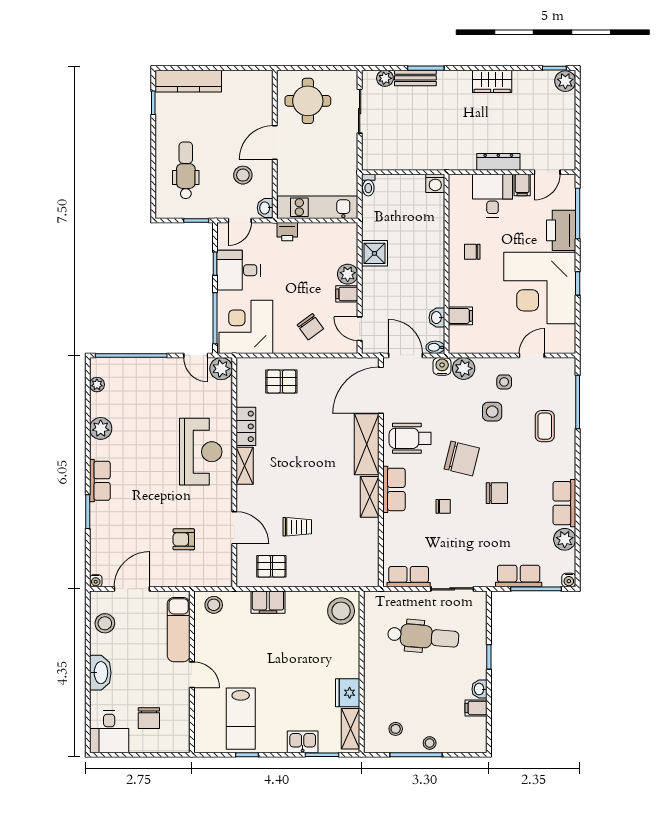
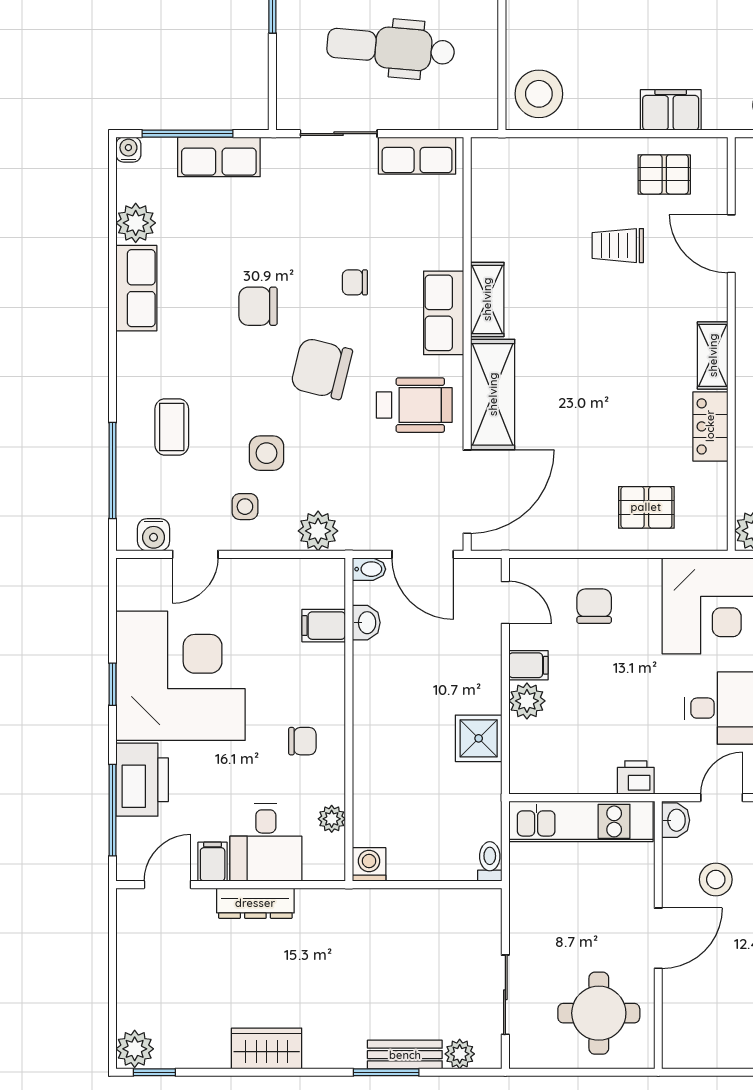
plant: (456, 209) -> (332, 819), added
chair: (310, 327) -> (594, 606), turned 36
water cooler: (442, 366) -> (154, 535), moved

